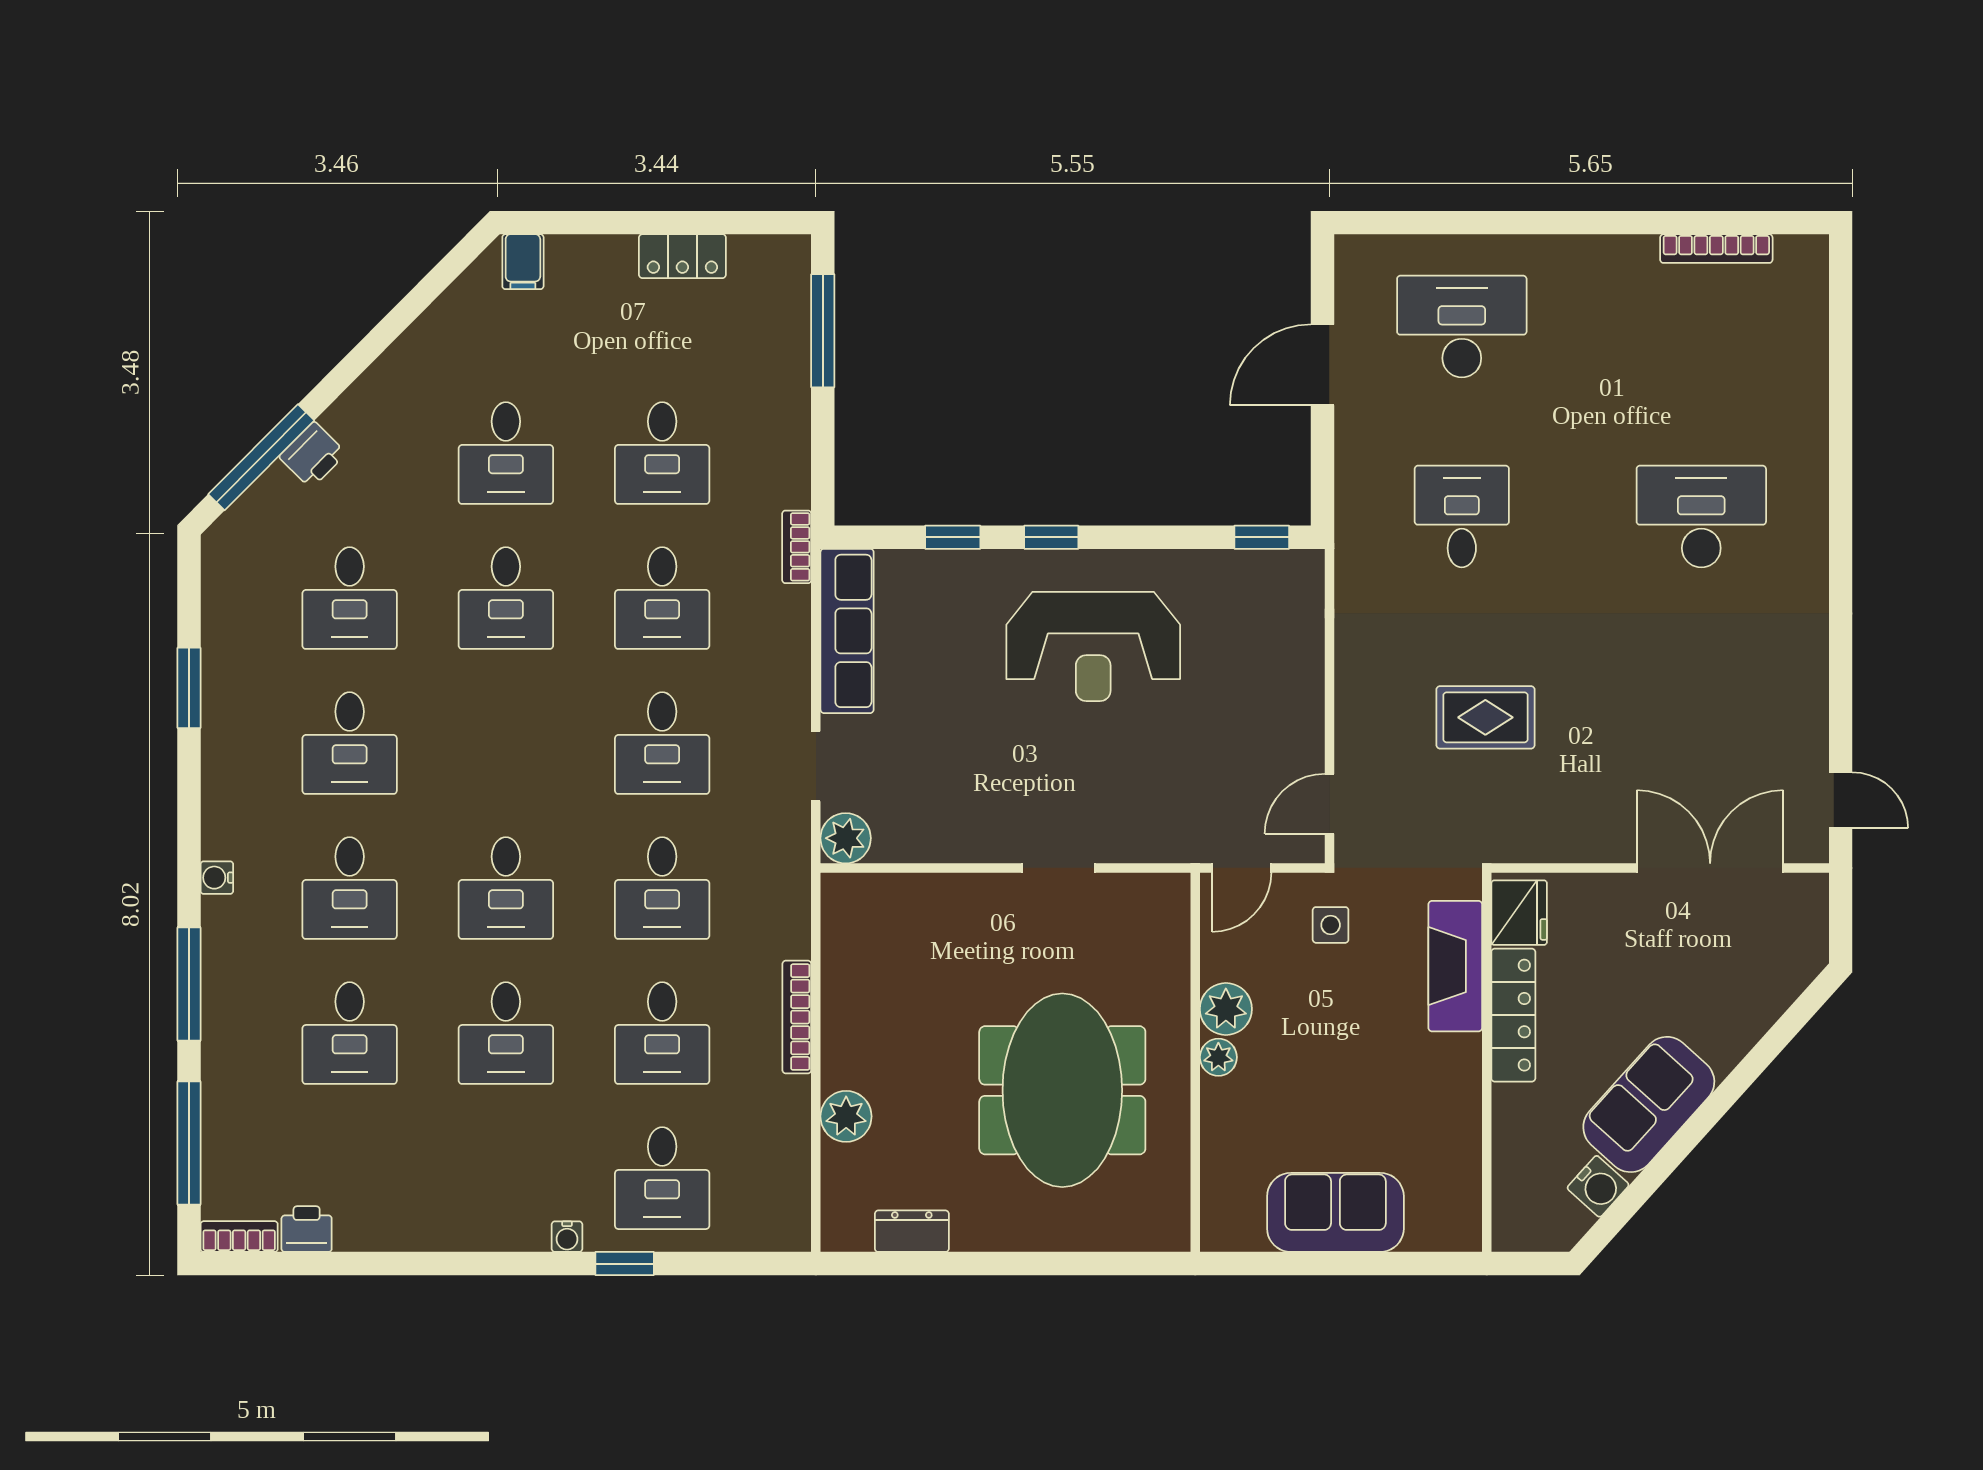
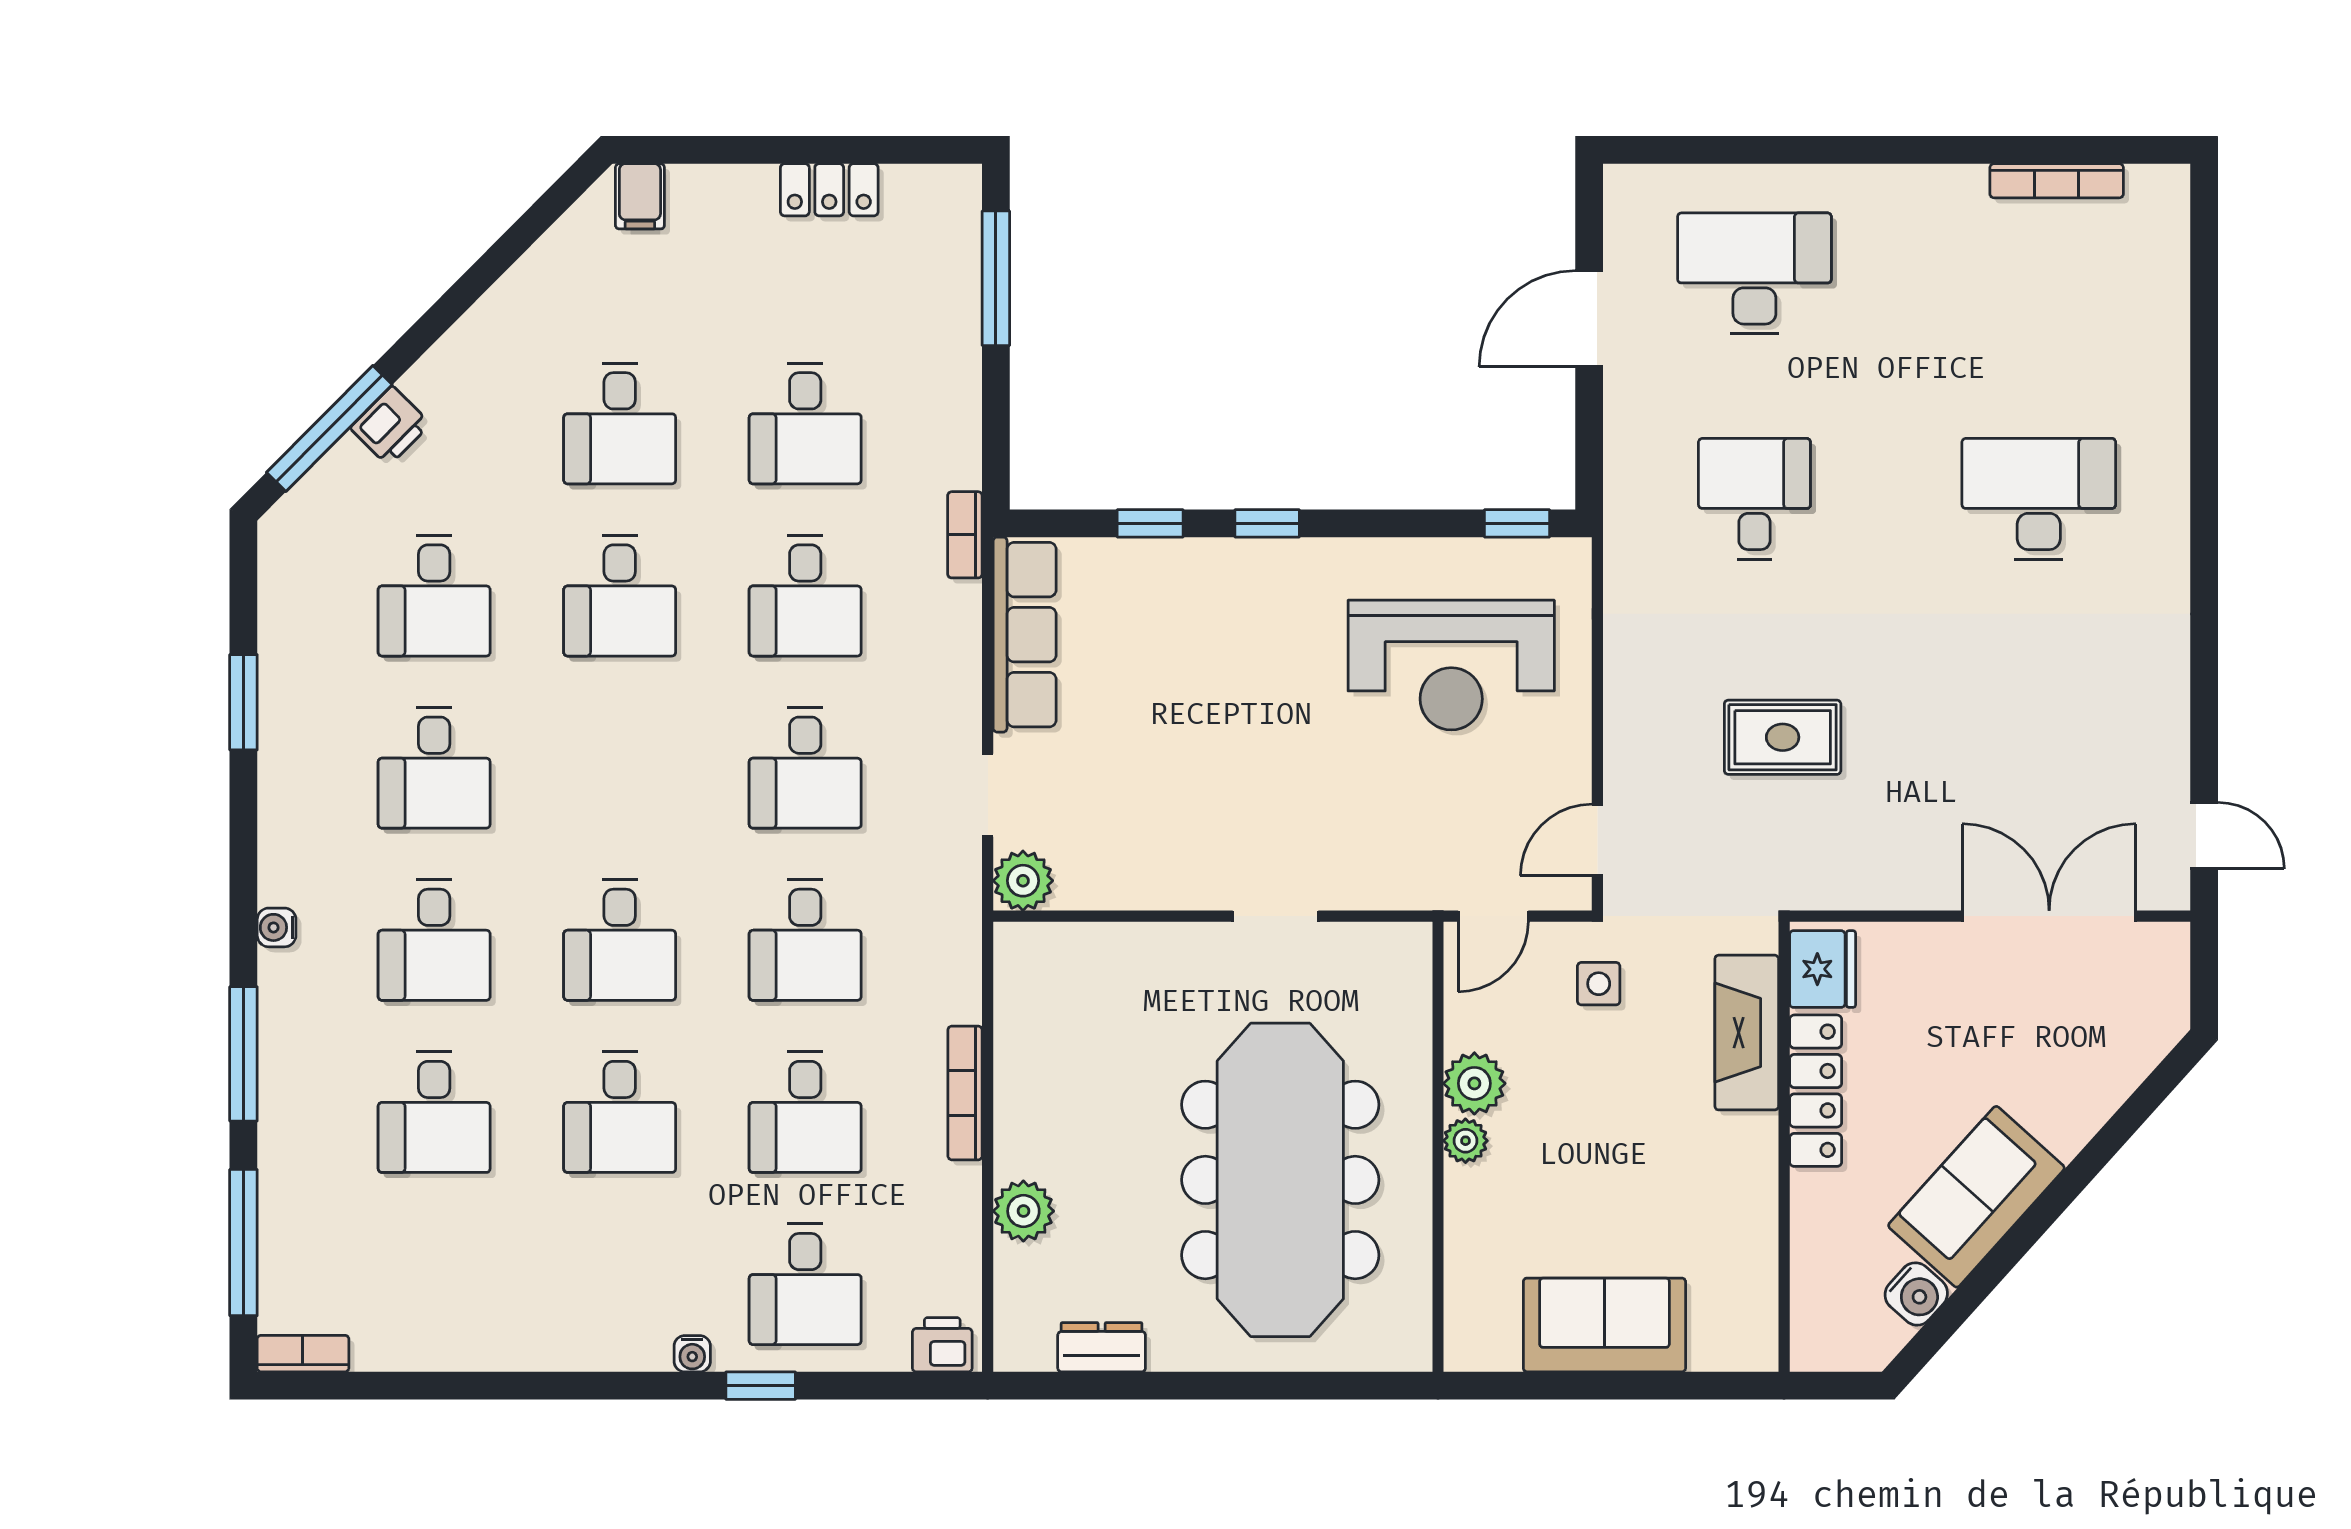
reception desk: (1093, 646) -> (1451, 665), moved
meeting table: (1062, 1090) -> (1280, 1180), width x1.36
printer: (307, 1229) -> (942, 1345), moved

